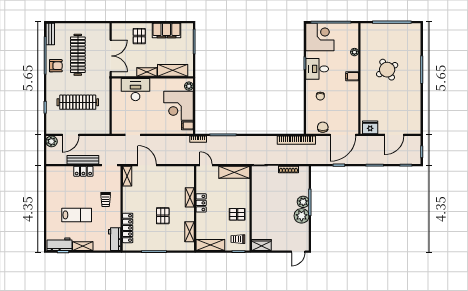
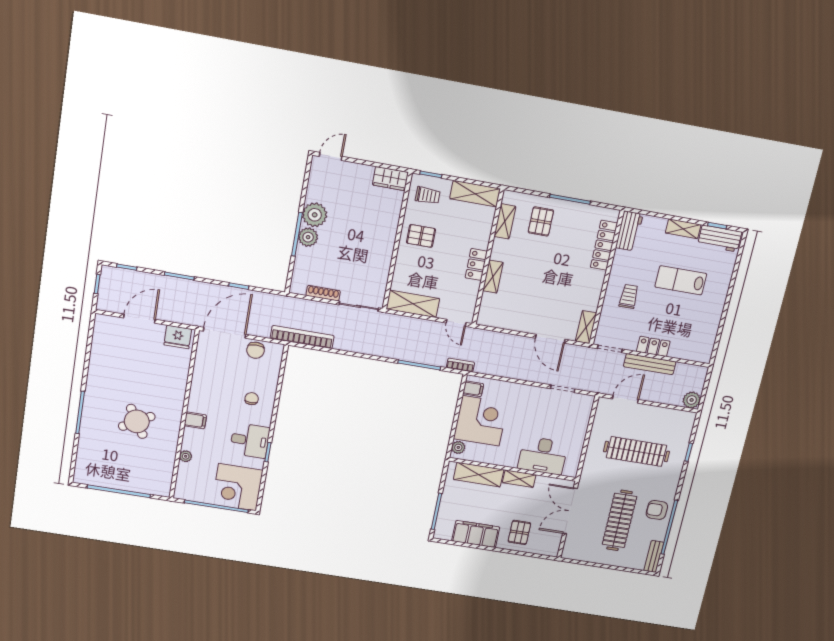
door: (71, 135) -> (625, 399), moved
pallet: (163, 216) -> (541, 221), moved

